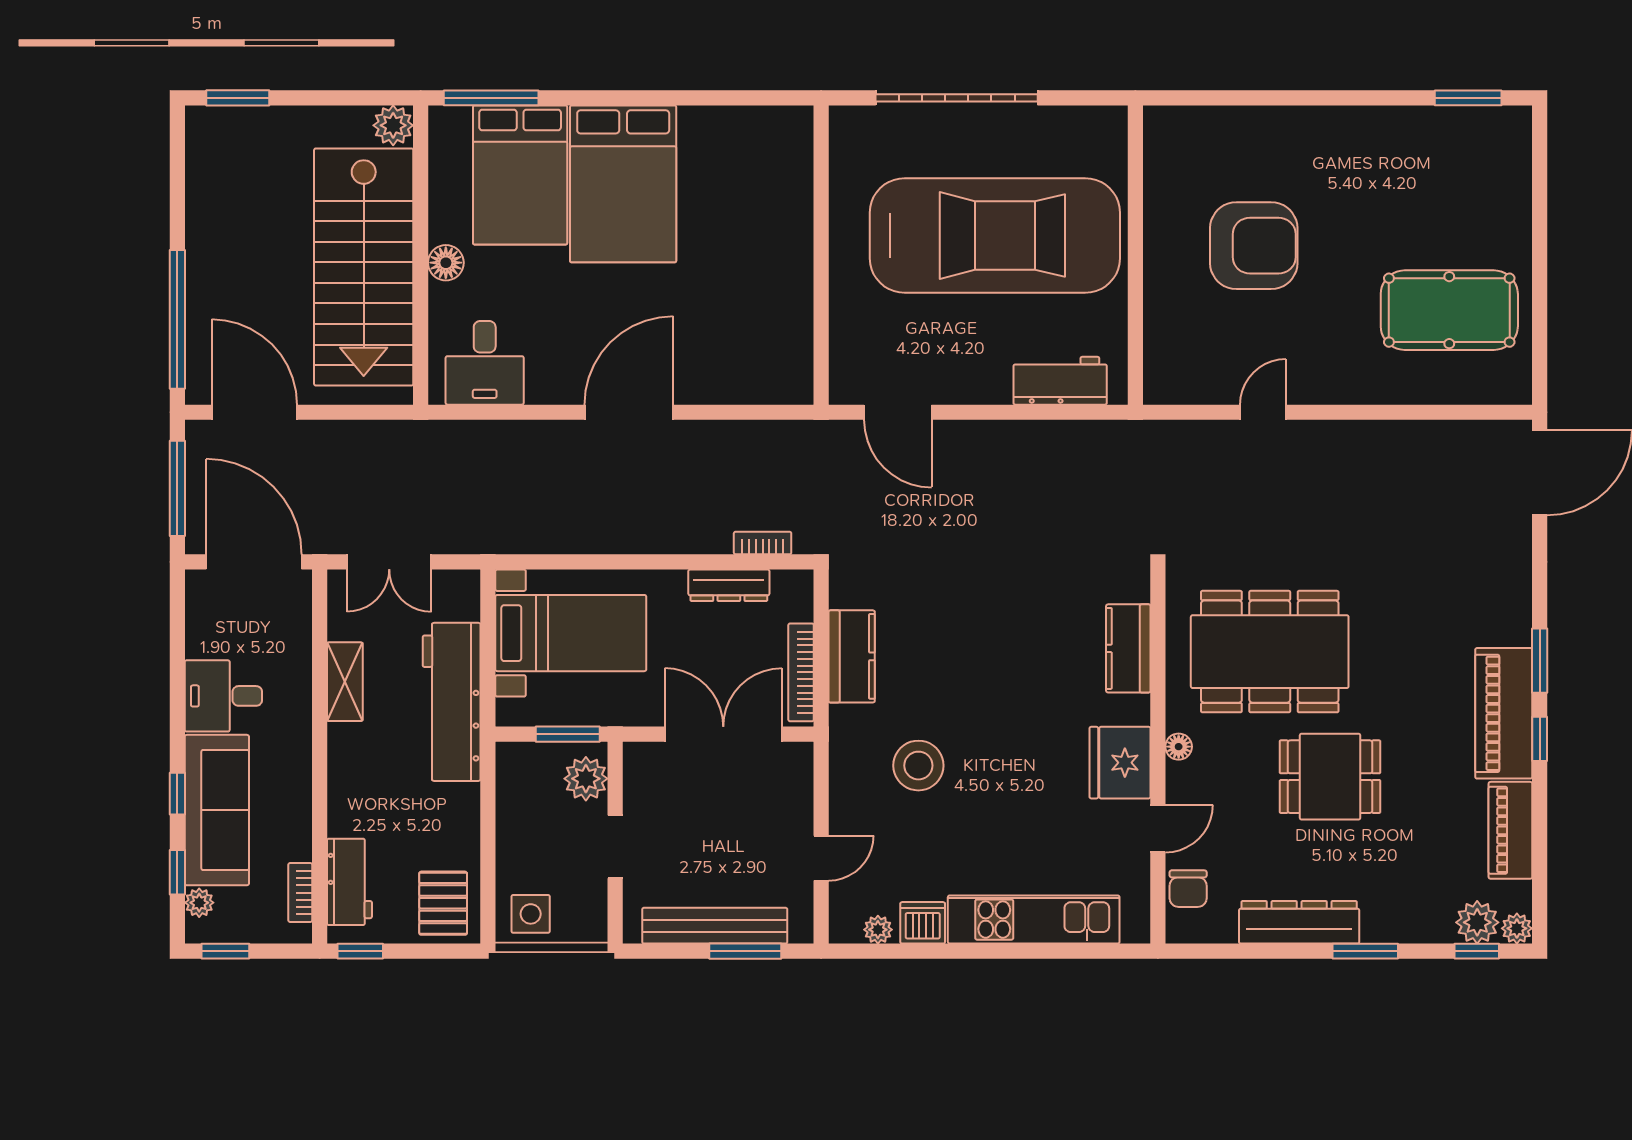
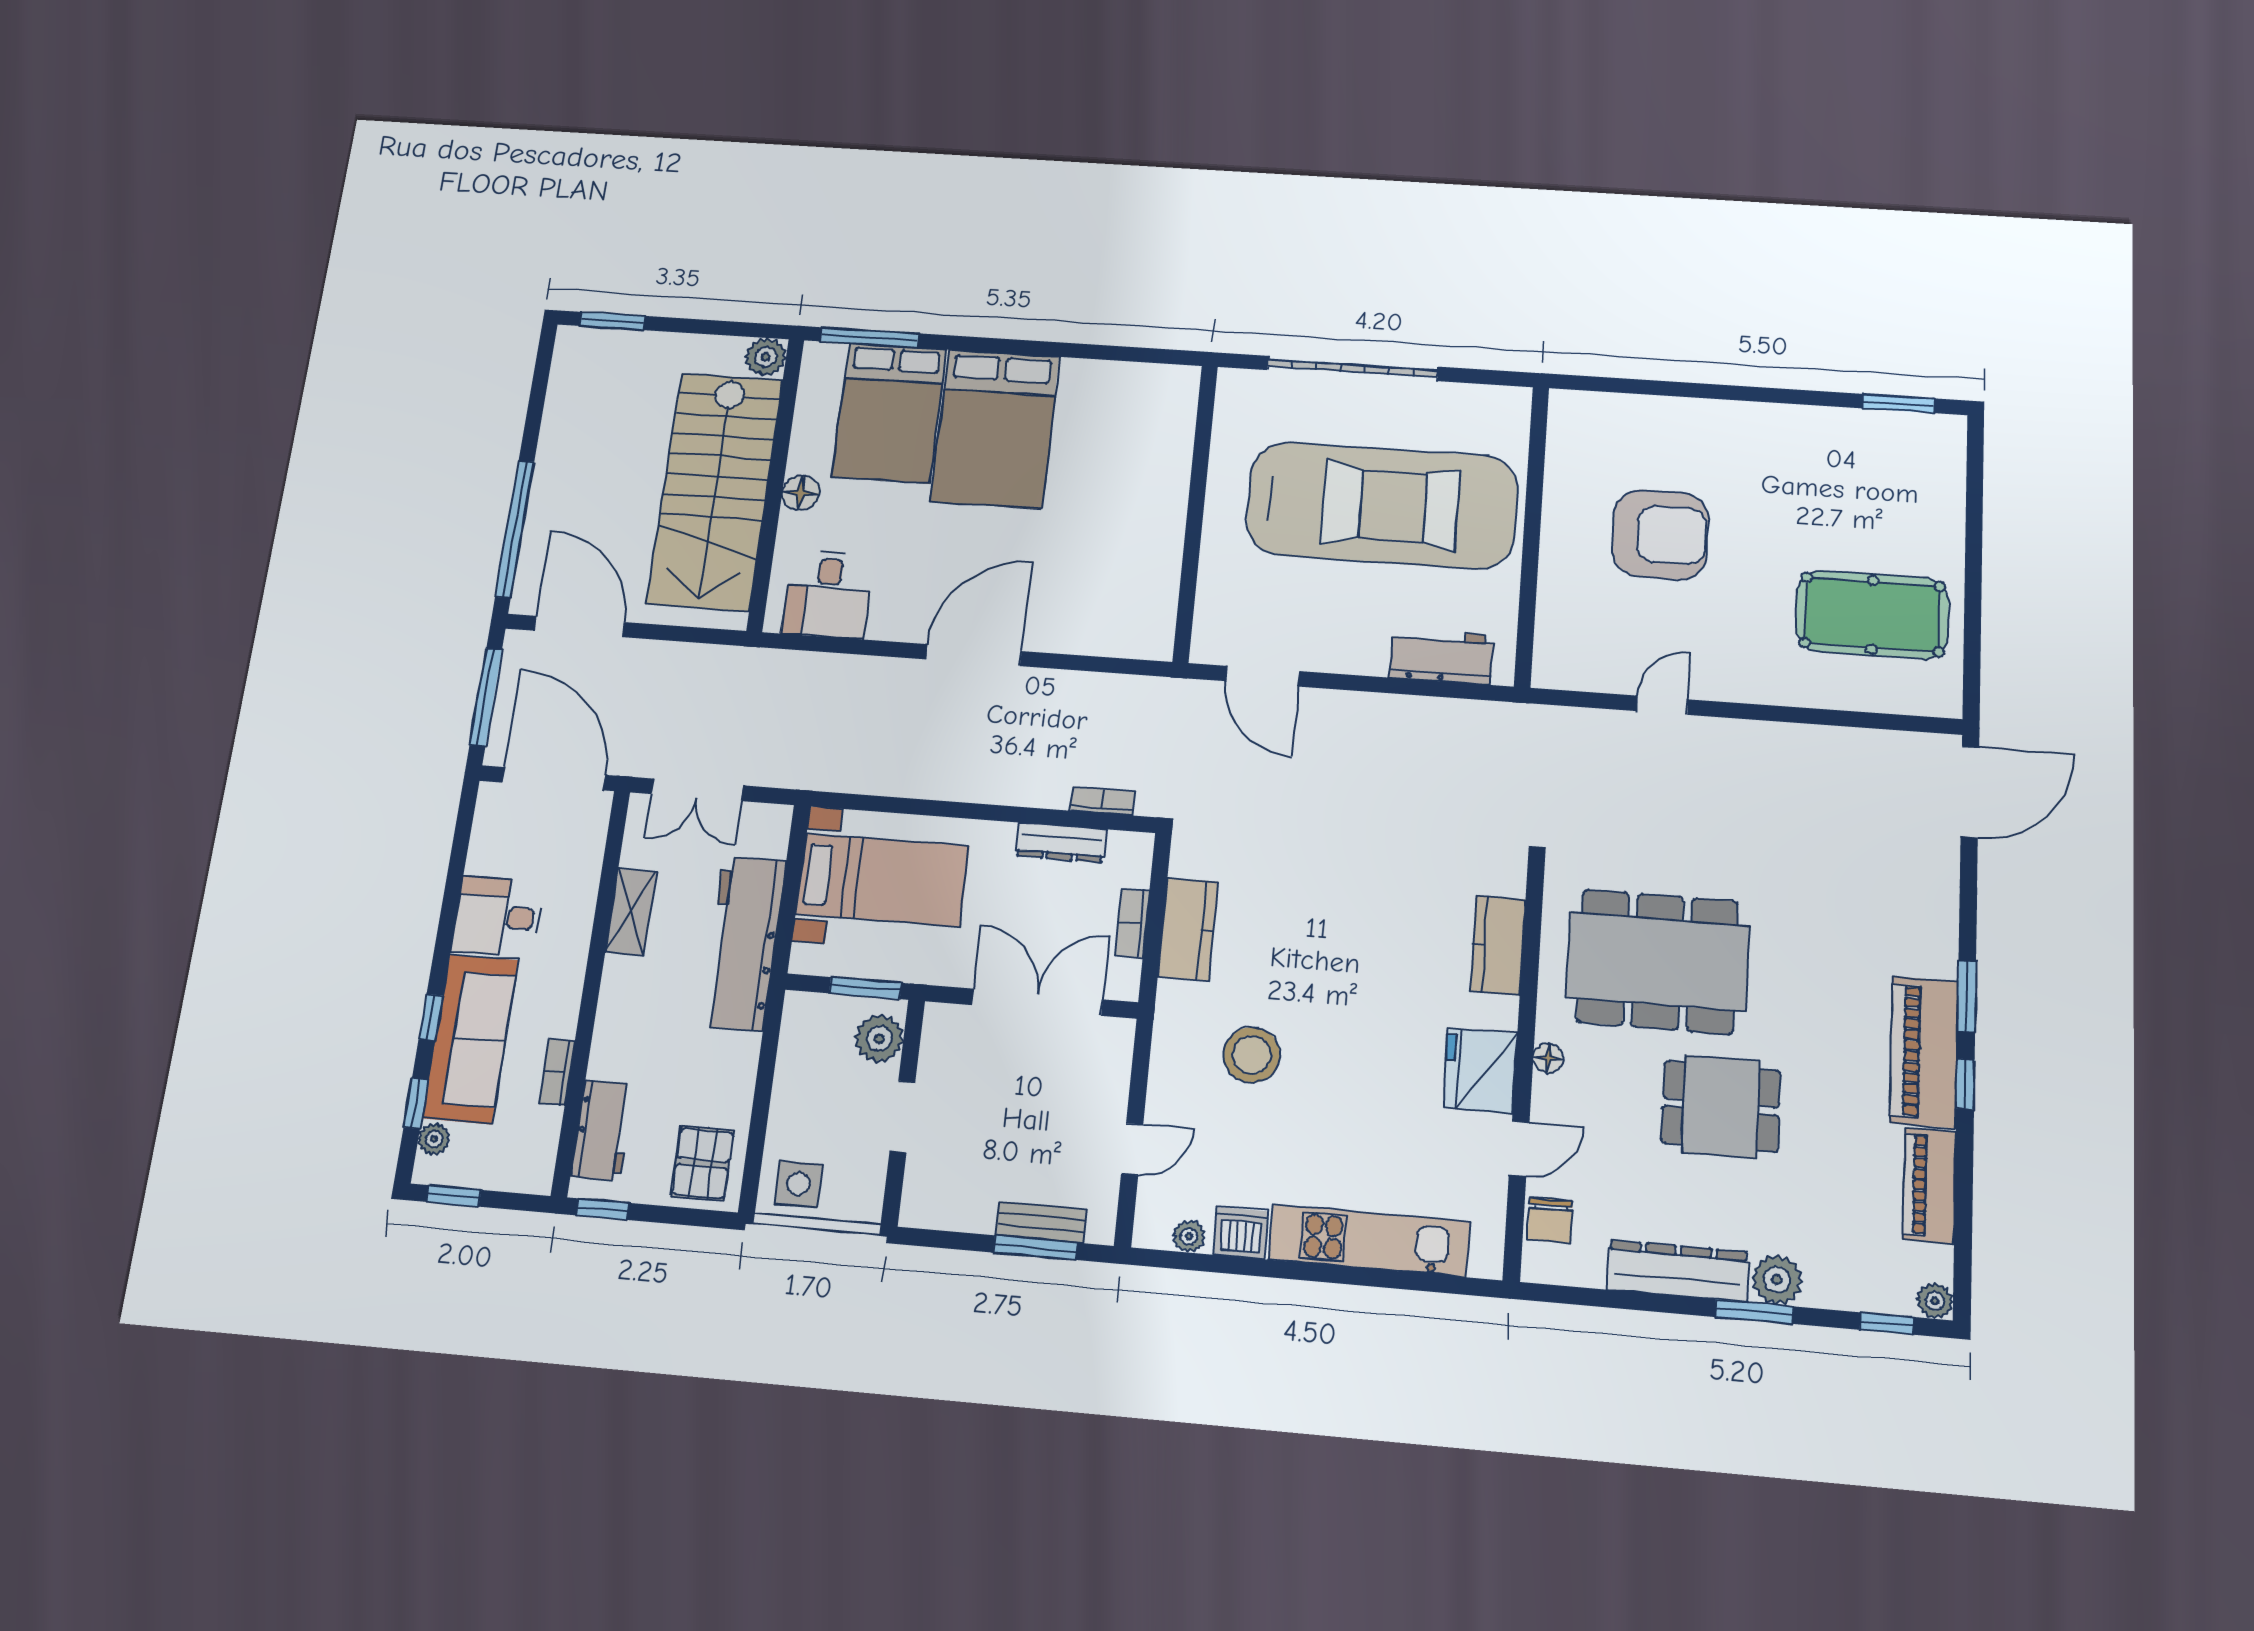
bookcase: (801, 672) -> (1132, 923), width x0.64
bookcase: (300, 893) -> (557, 1072), moved
plant: (1477, 922) -> (1777, 1280), moved
bench: (715, 926) -> (1042, 1222), width x0.54, depth x0.82

